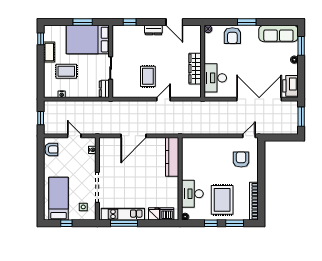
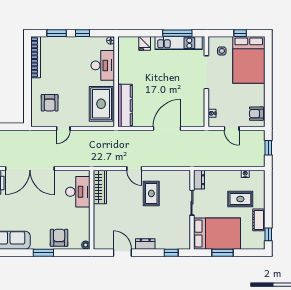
wardrobe: (195, 69) -> (100, 187), moved
door: (164, 99) -> (134, 169), hinge flipped
door: (249, 136) -> (63, 128), moved
bed: (59, 199) -> (249, 60), width x1.50
rug: (222, 200) -> (101, 104), moved
dishwasher: (167, 214) -> (130, 43), removed

